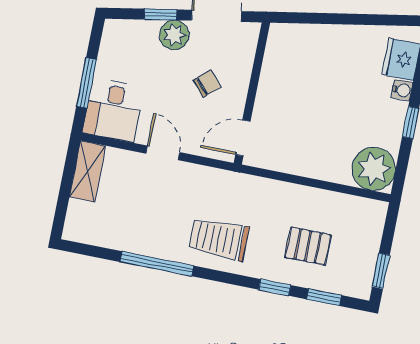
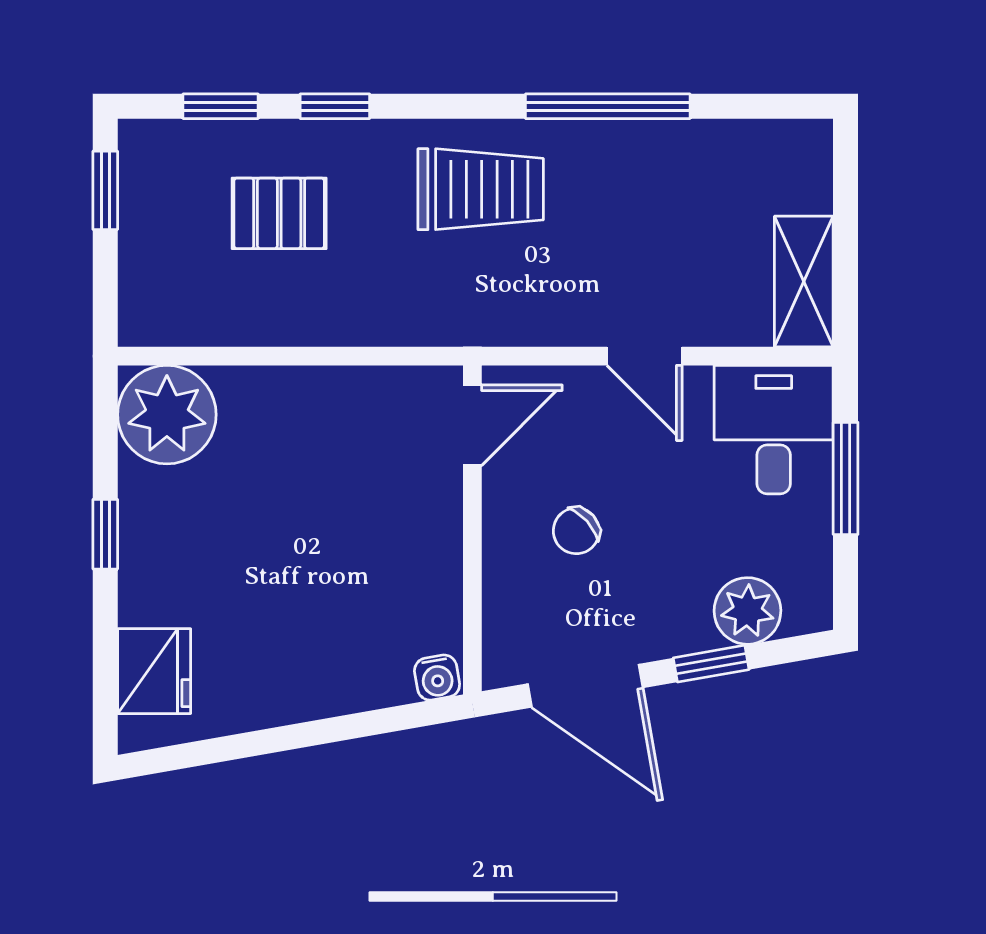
plant: (174, 35) -> (747, 611), moved
water cooler: (402, 90) -> (437, 678), moved, turned -100

